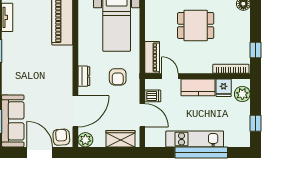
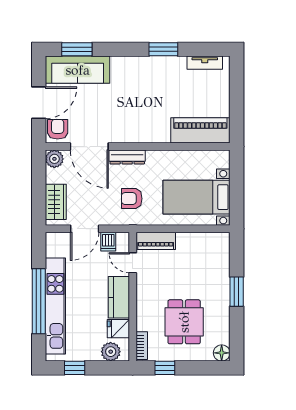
dining table: (196, 25) -> (184, 322), moved
bookcase: (231, 69) -> (142, 346), width x0.64
dresser: (84, 76) -> (127, 157), width x1.44
door: (170, 76) -> (133, 263), swing flipped
armchair: (61, 137) -> (58, 129), turned -86
kitchen unit: (195, 139) -> (55, 306), width x1.36

